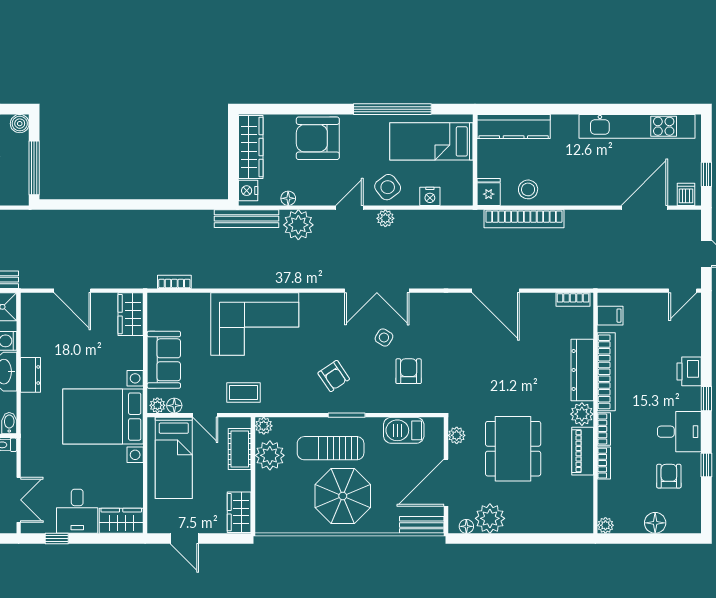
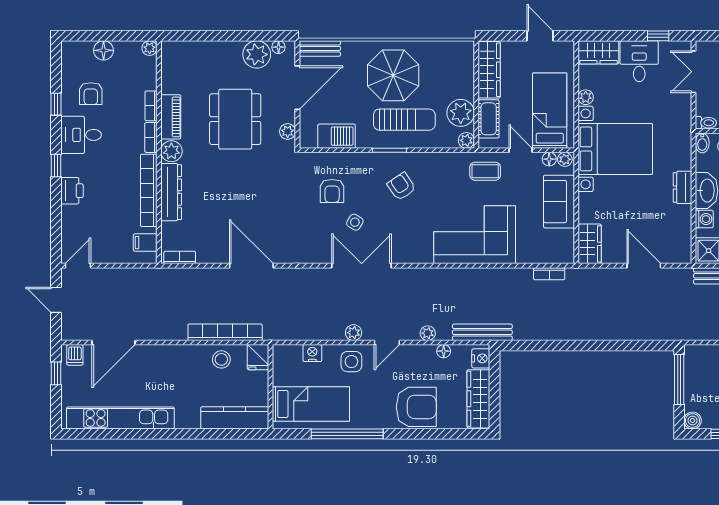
side table: (388, 187) -> (351, 362), turned 37
plant: (298, 225) -> (428, 333), width x0.53, depth x0.53
plant: (135, 472) -> (586, 97), added
wardrobe: (239, 512) -> (489, 70), width x1.50

